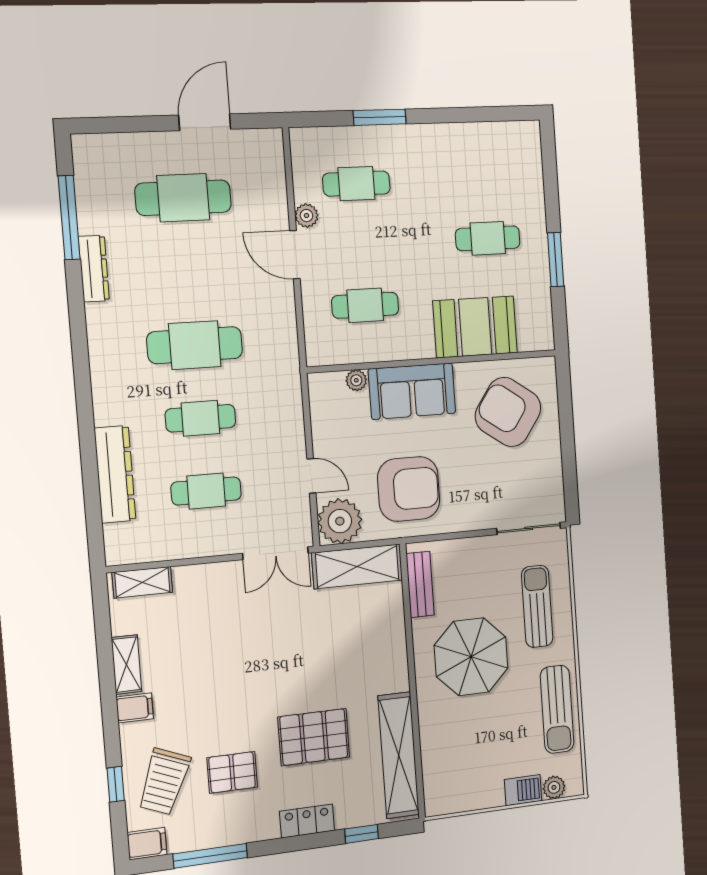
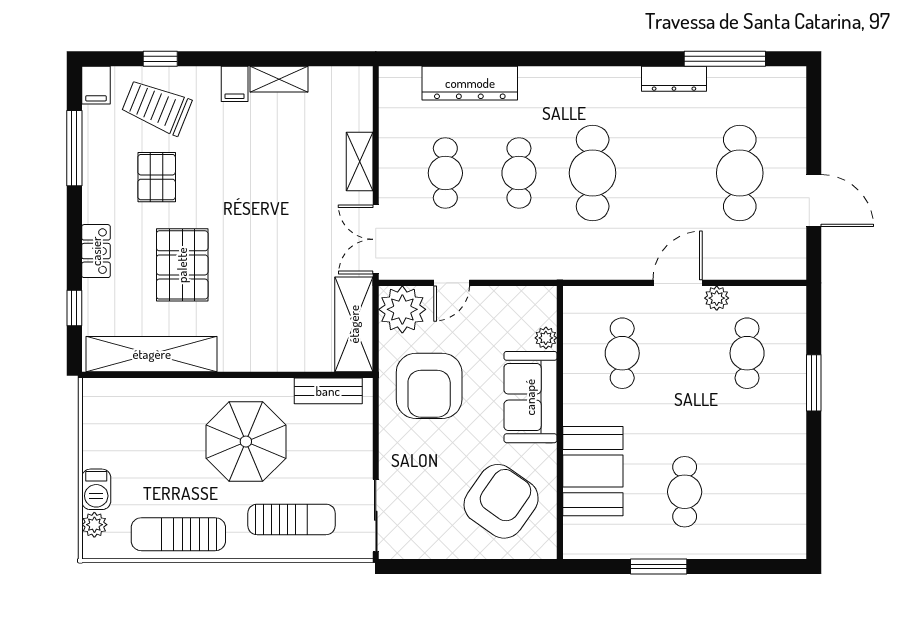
shelving: (142, 582) -> (360, 161), moved

